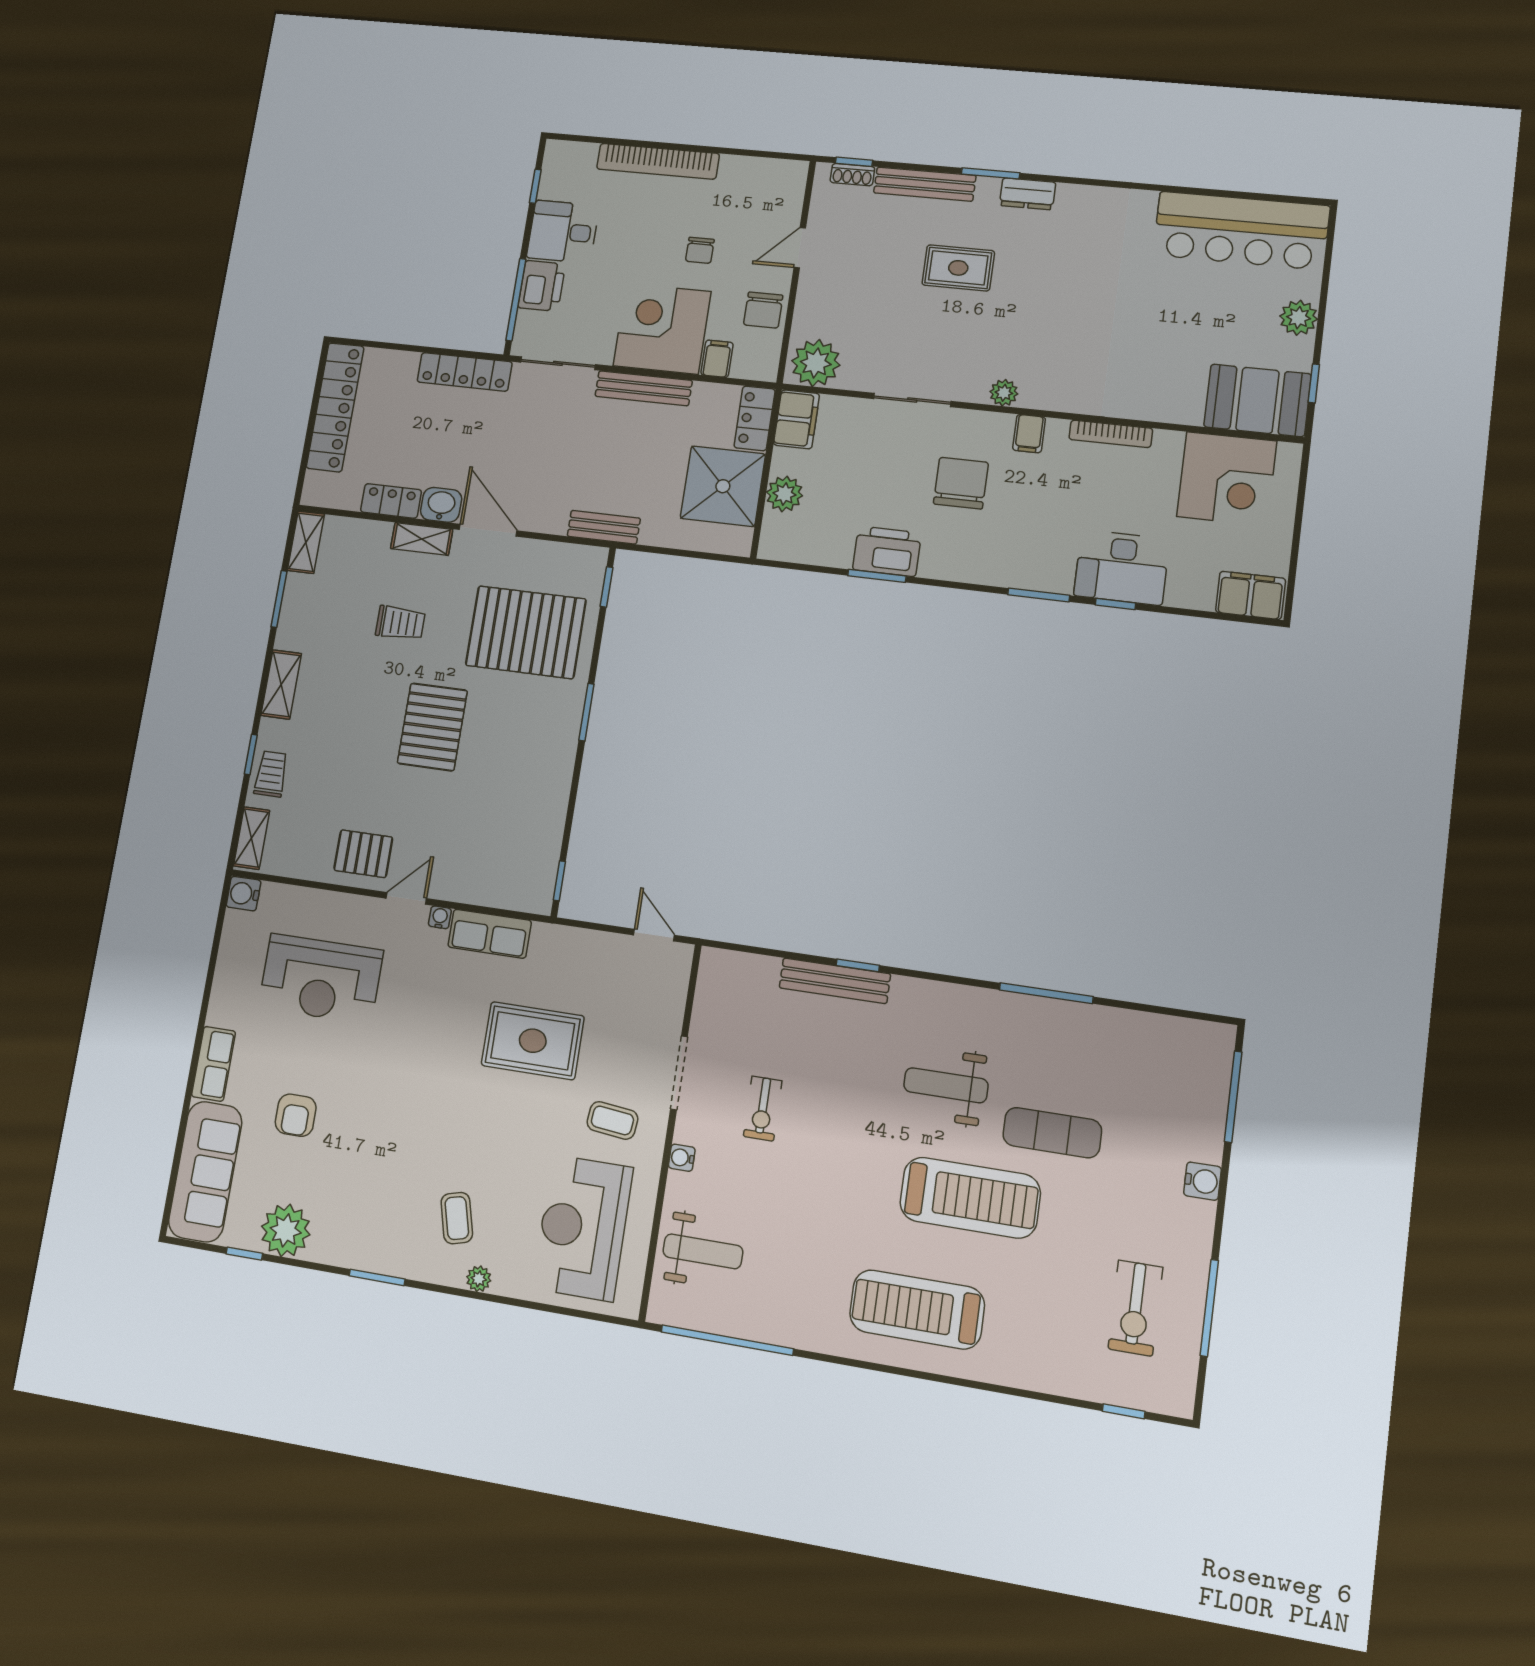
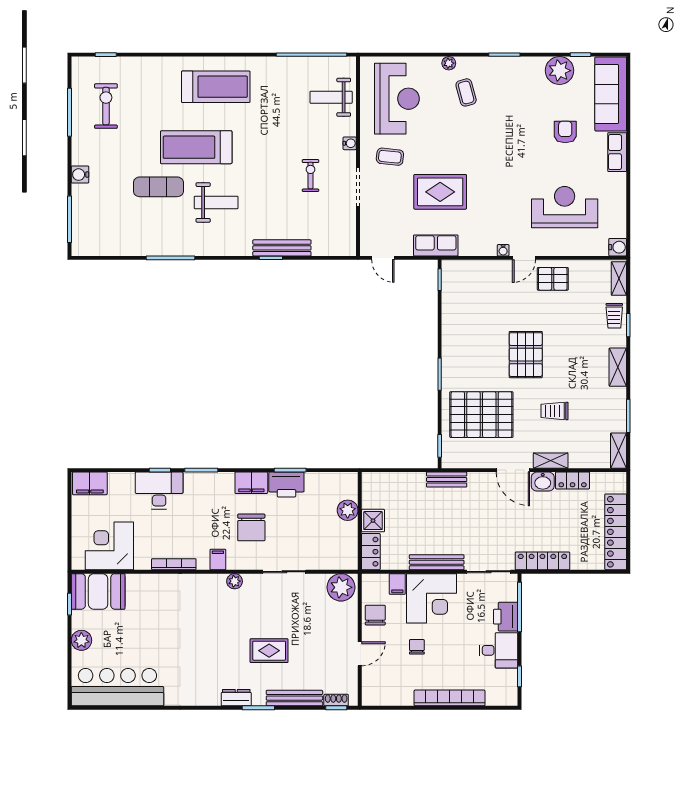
filing cabinet: (796, 419) -> (251, 483), moved, turned -90
shower: (723, 486) -> (373, 521), width x0.54, depth x0.54
row of seats: (490, 934) -> (436, 245), moved

